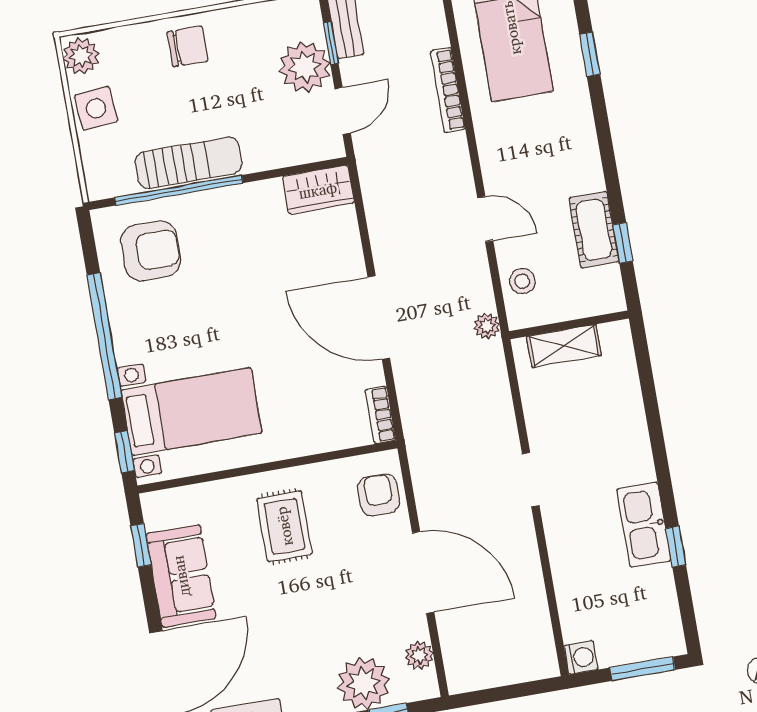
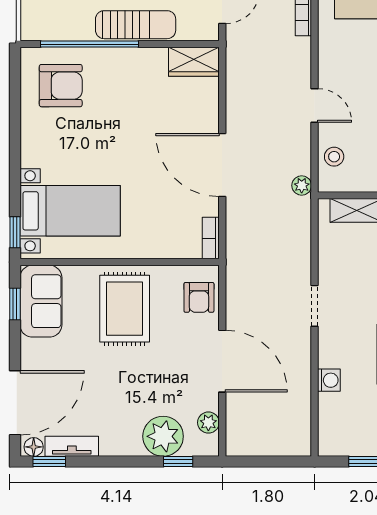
sun lounger: (189, 163) -> (136, 25), moved
window: (104, 336) -> (15, 143), removed
armchair: (379, 495) -> (199, 297), turned 180
rug: (284, 526) -> (125, 309), width x1.36, depth x1.43
sofa: (181, 576) -> (41, 301), moved
washing machine: (581, 657) -> (329, 380), moved

